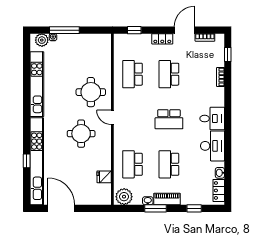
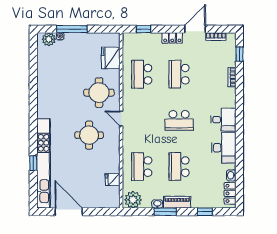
fridge: (102, 58) -> (111, 58), added
kitchen unit: (37, 84) -> (44, 84), removed

